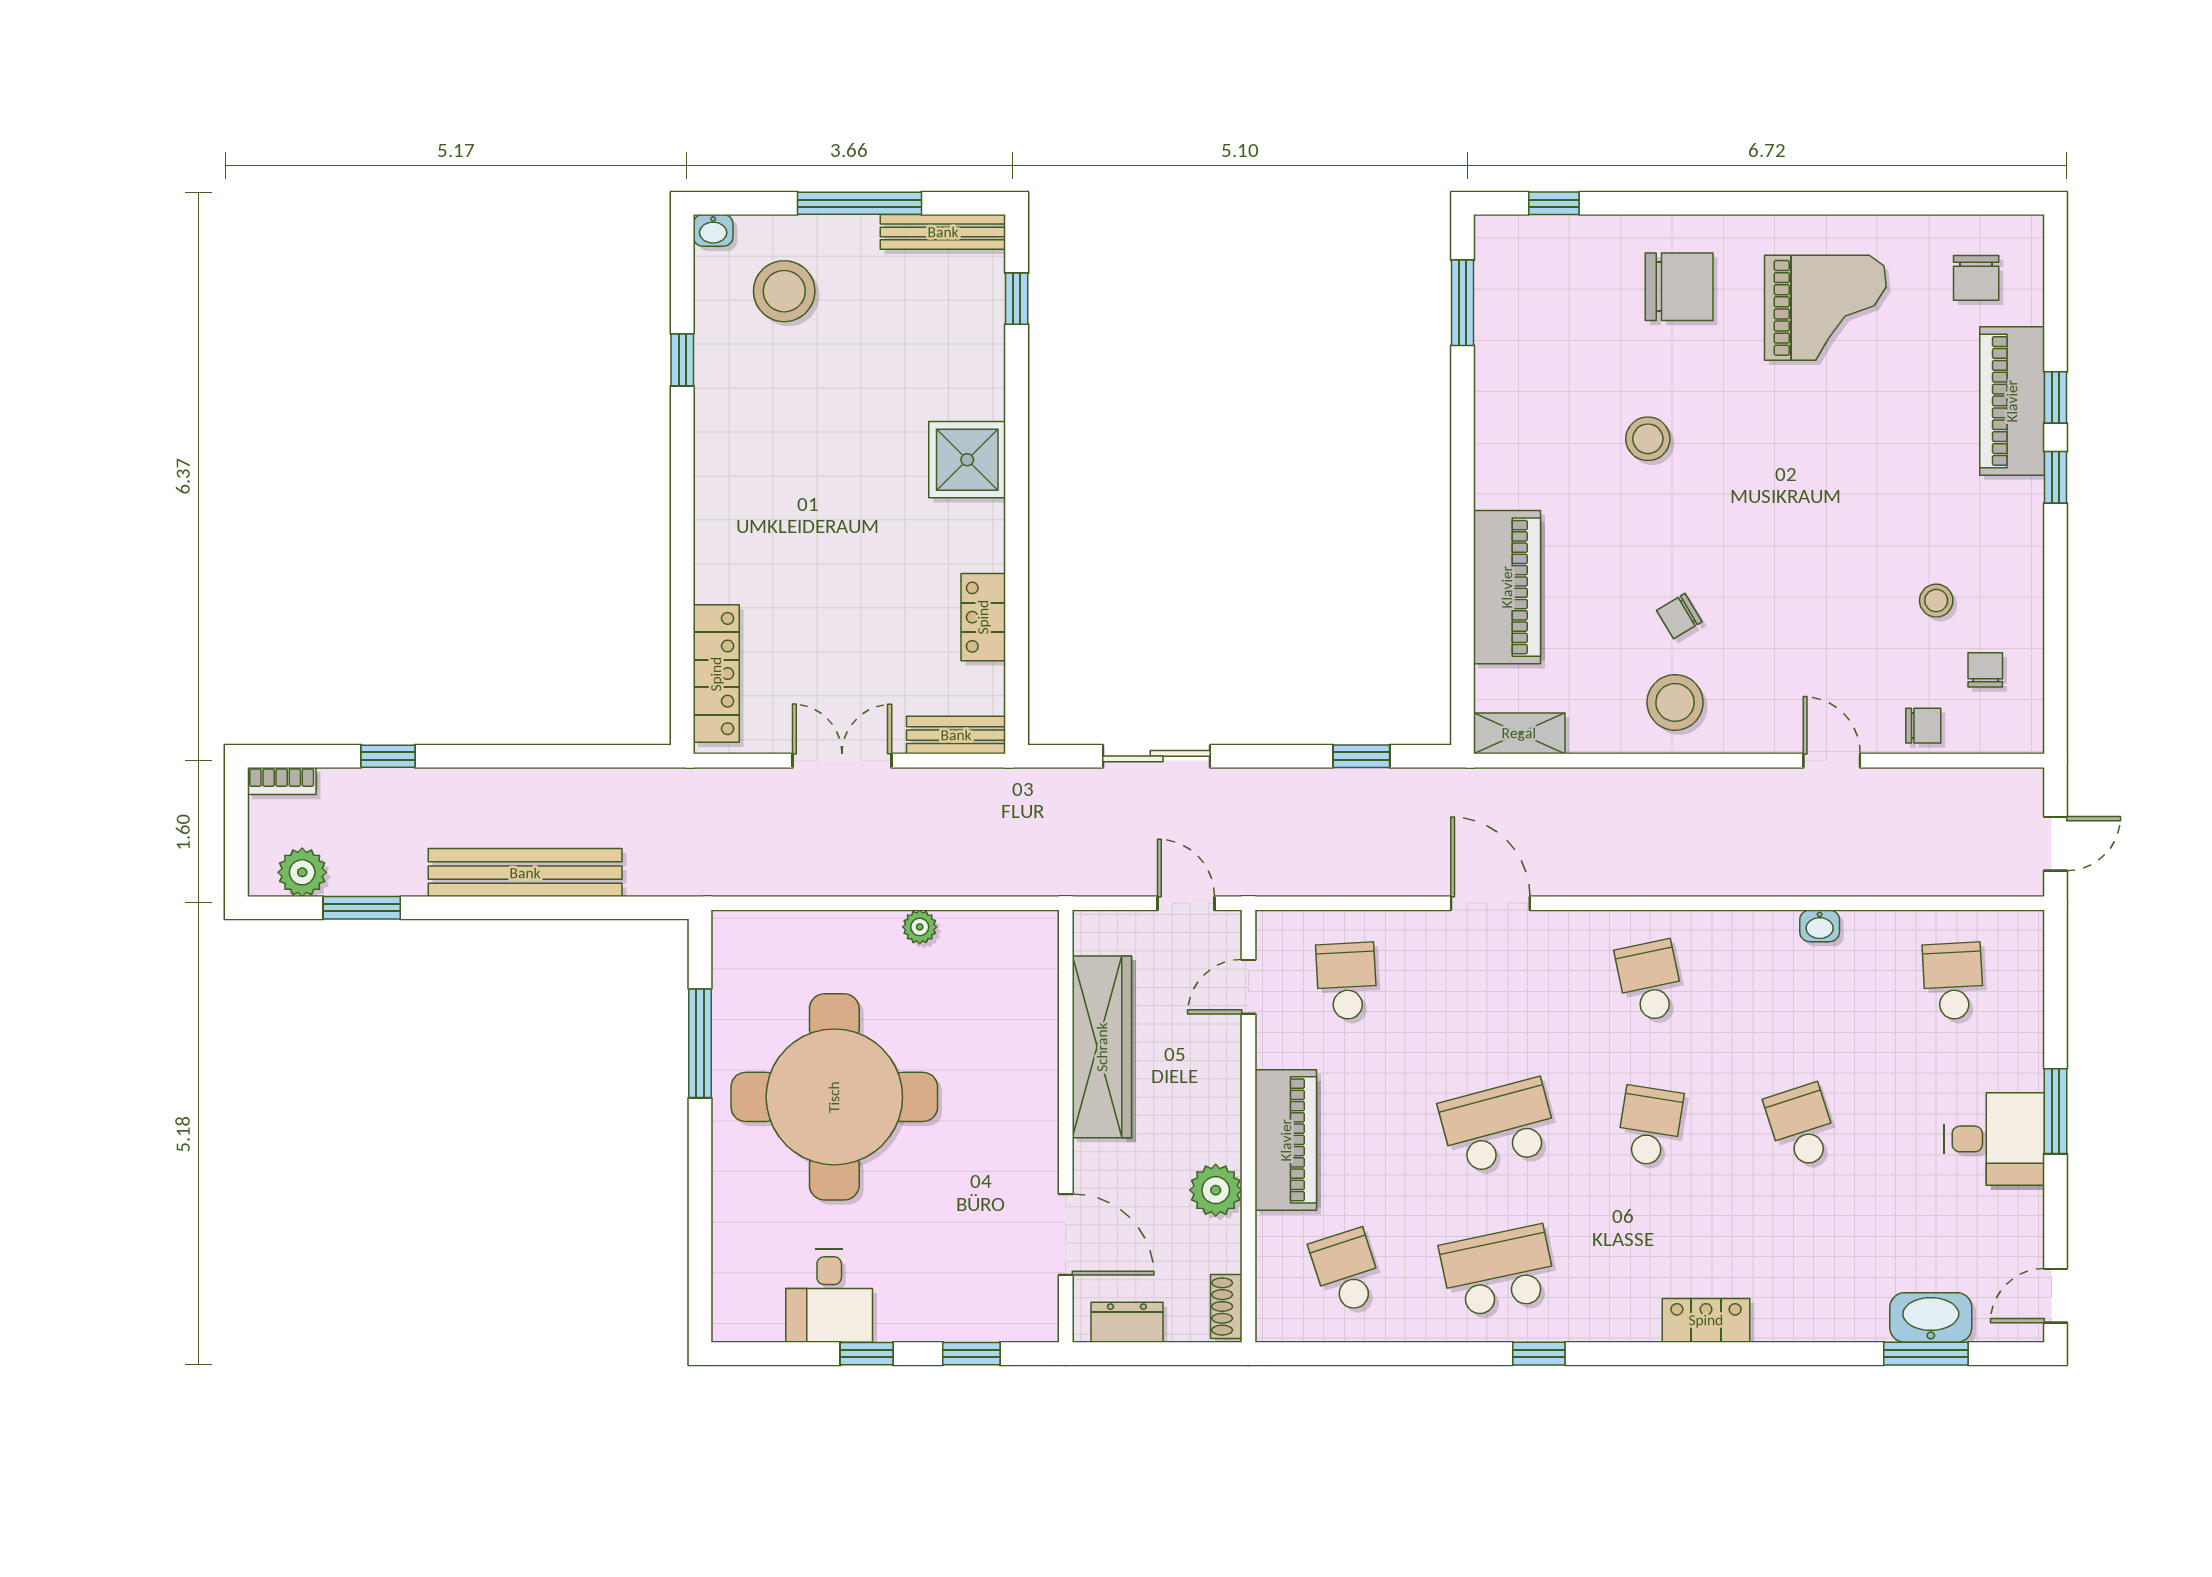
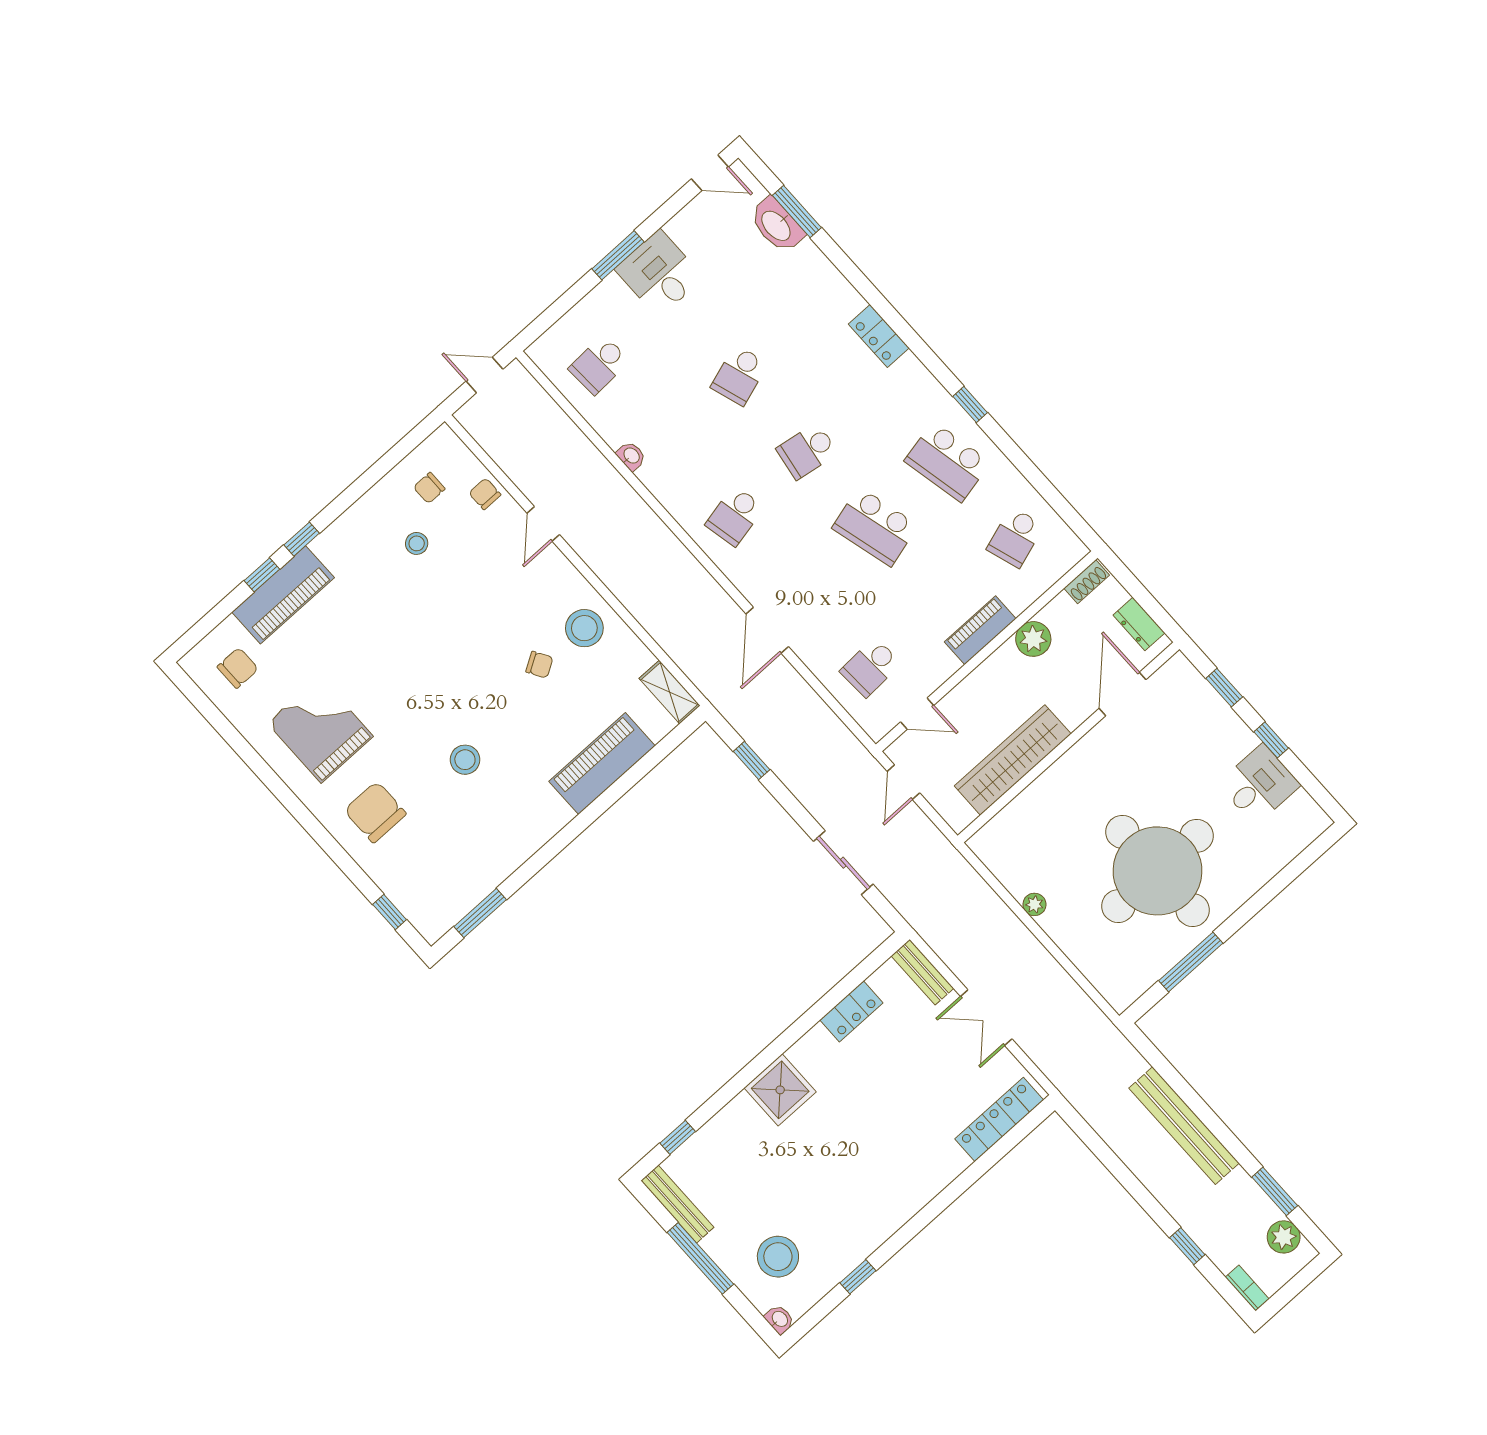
piano: (1286, 1140) -> (980, 630), width x0.73, depth x0.75

